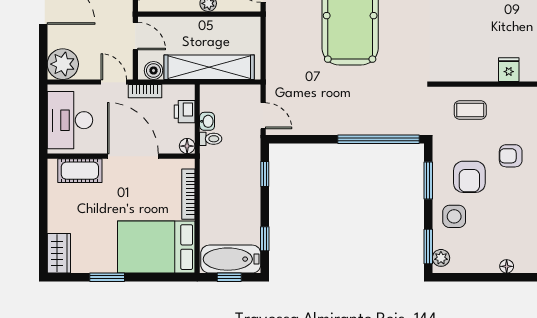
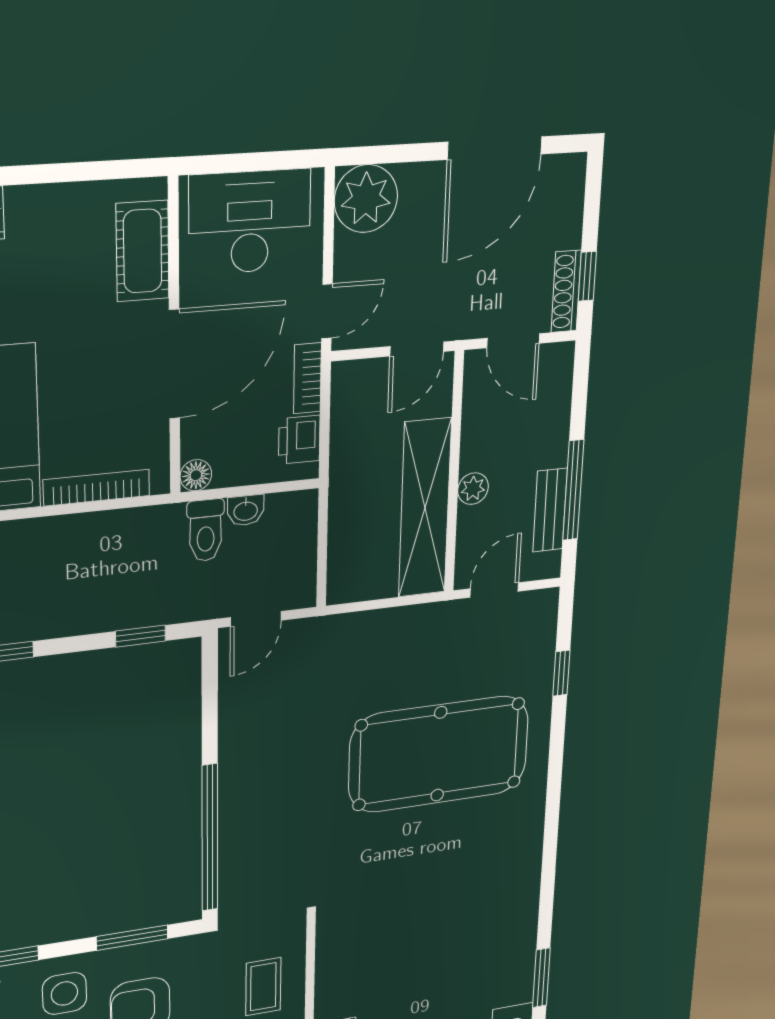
shelving: (209, 67) -> (425, 508), moved
boiler: (154, 71) -> (348, 392), removed
printer: (185, 112) -> (299, 440), moved, turned -90
toilet: (211, 139) -> (206, 530), width x1.37, depth x1.39

